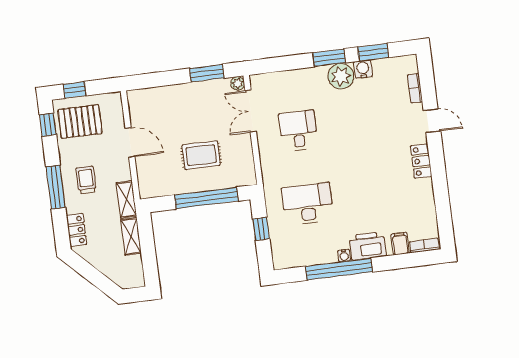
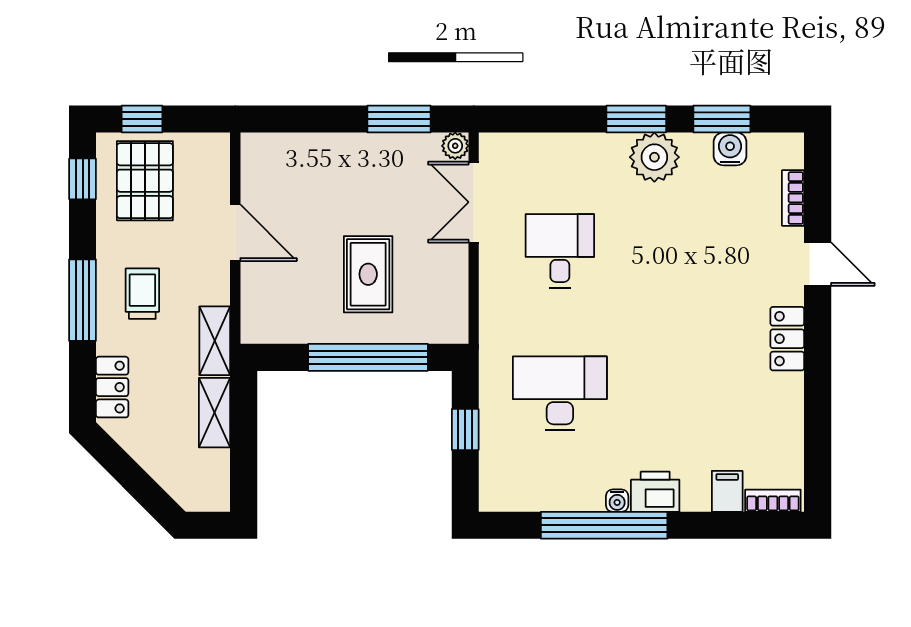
water cooler: (363, 69) -> (730, 149), moved
pallet: (80, 121) -> (145, 181), turned 90
rug: (201, 155) -> (368, 274), turned 90
printer: (368, 246) -> (655, 492), width x0.73, depth x0.84

